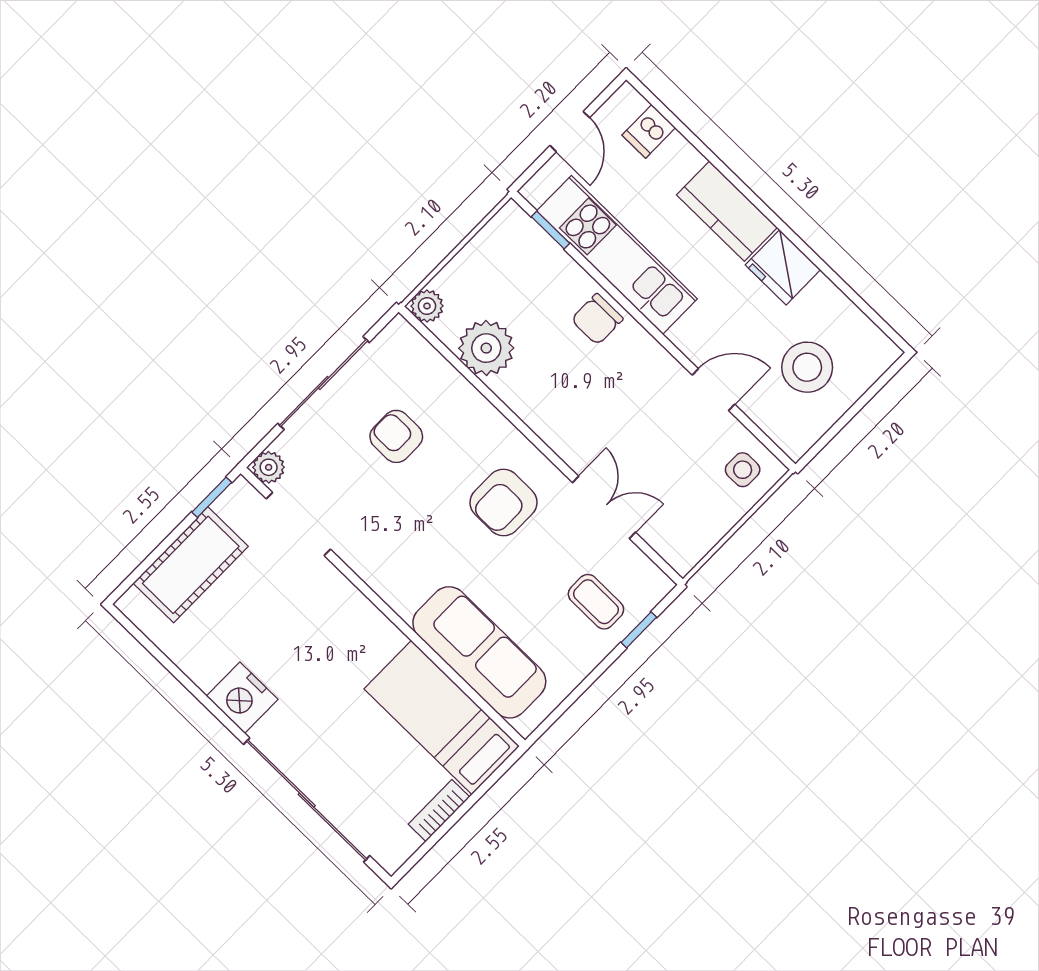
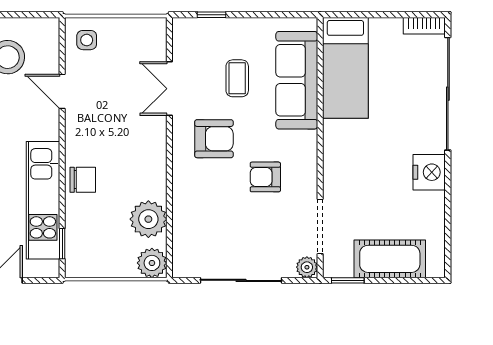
plant: (427, 306) -> (152, 263), width x1.38, depth x1.38
armchair: (396, 436) -> (265, 177), moved, turned 90
coffee table: (596, 602) -> (237, 78), moved
bookcase: (439, 811) -> (424, 26), moved

